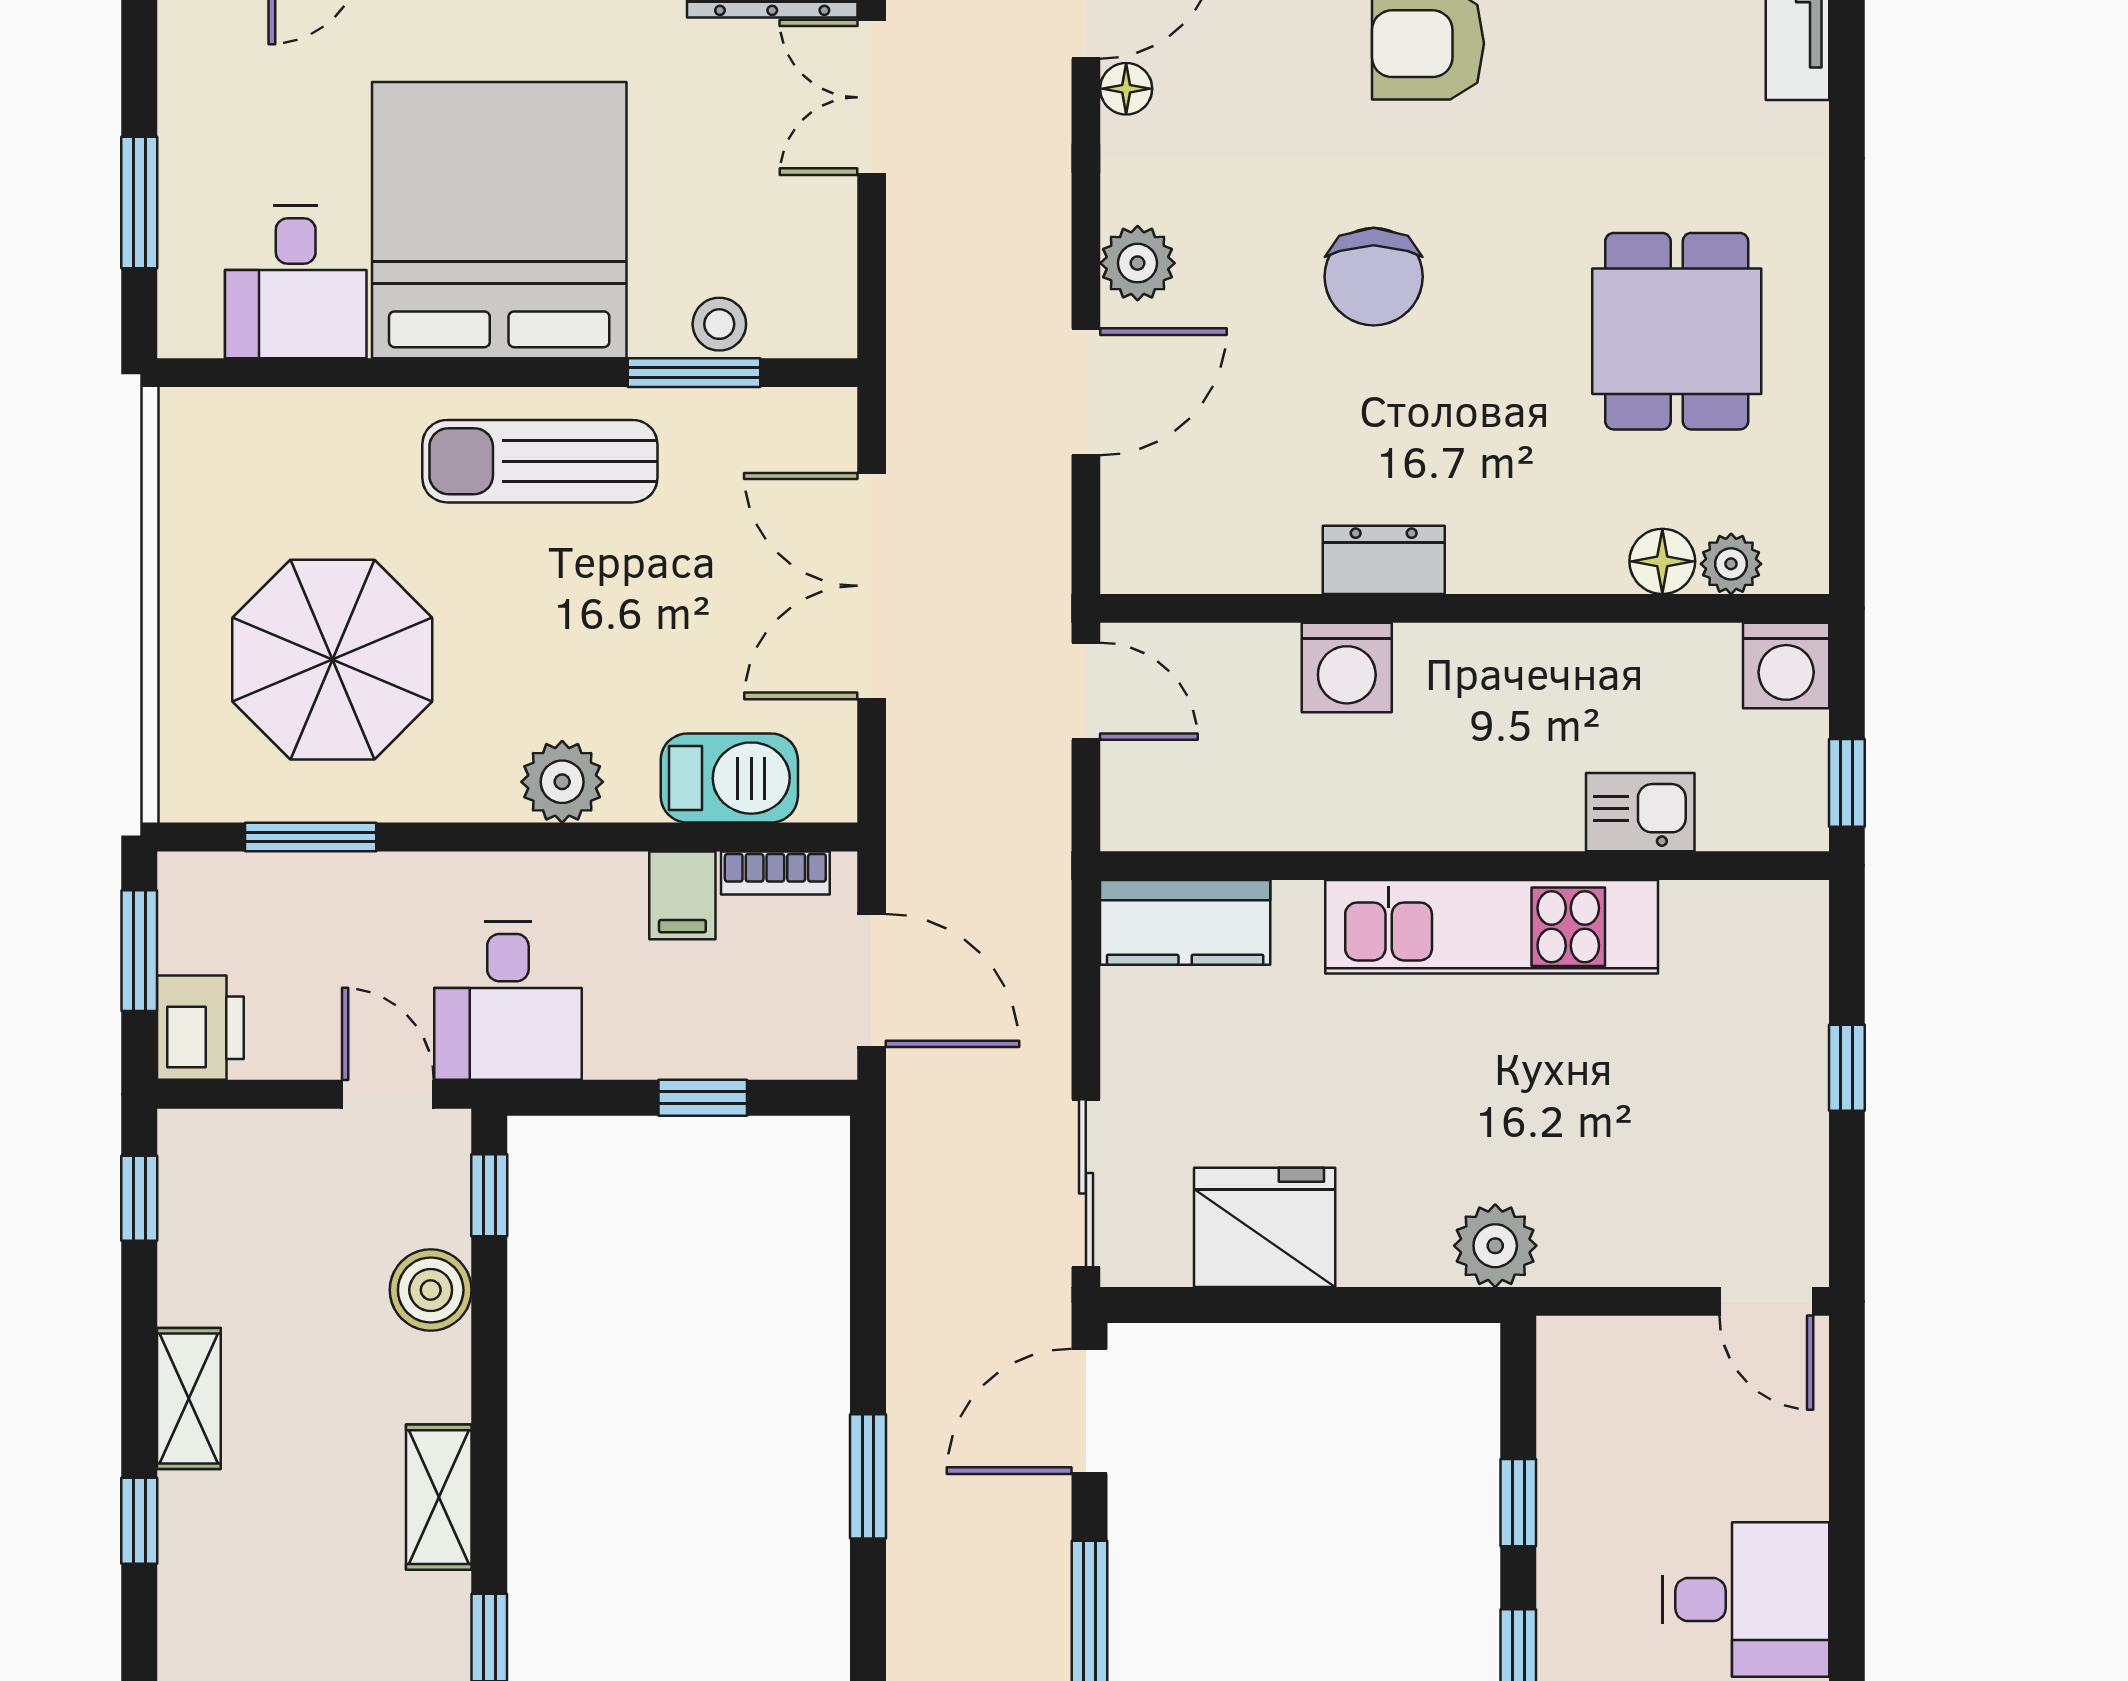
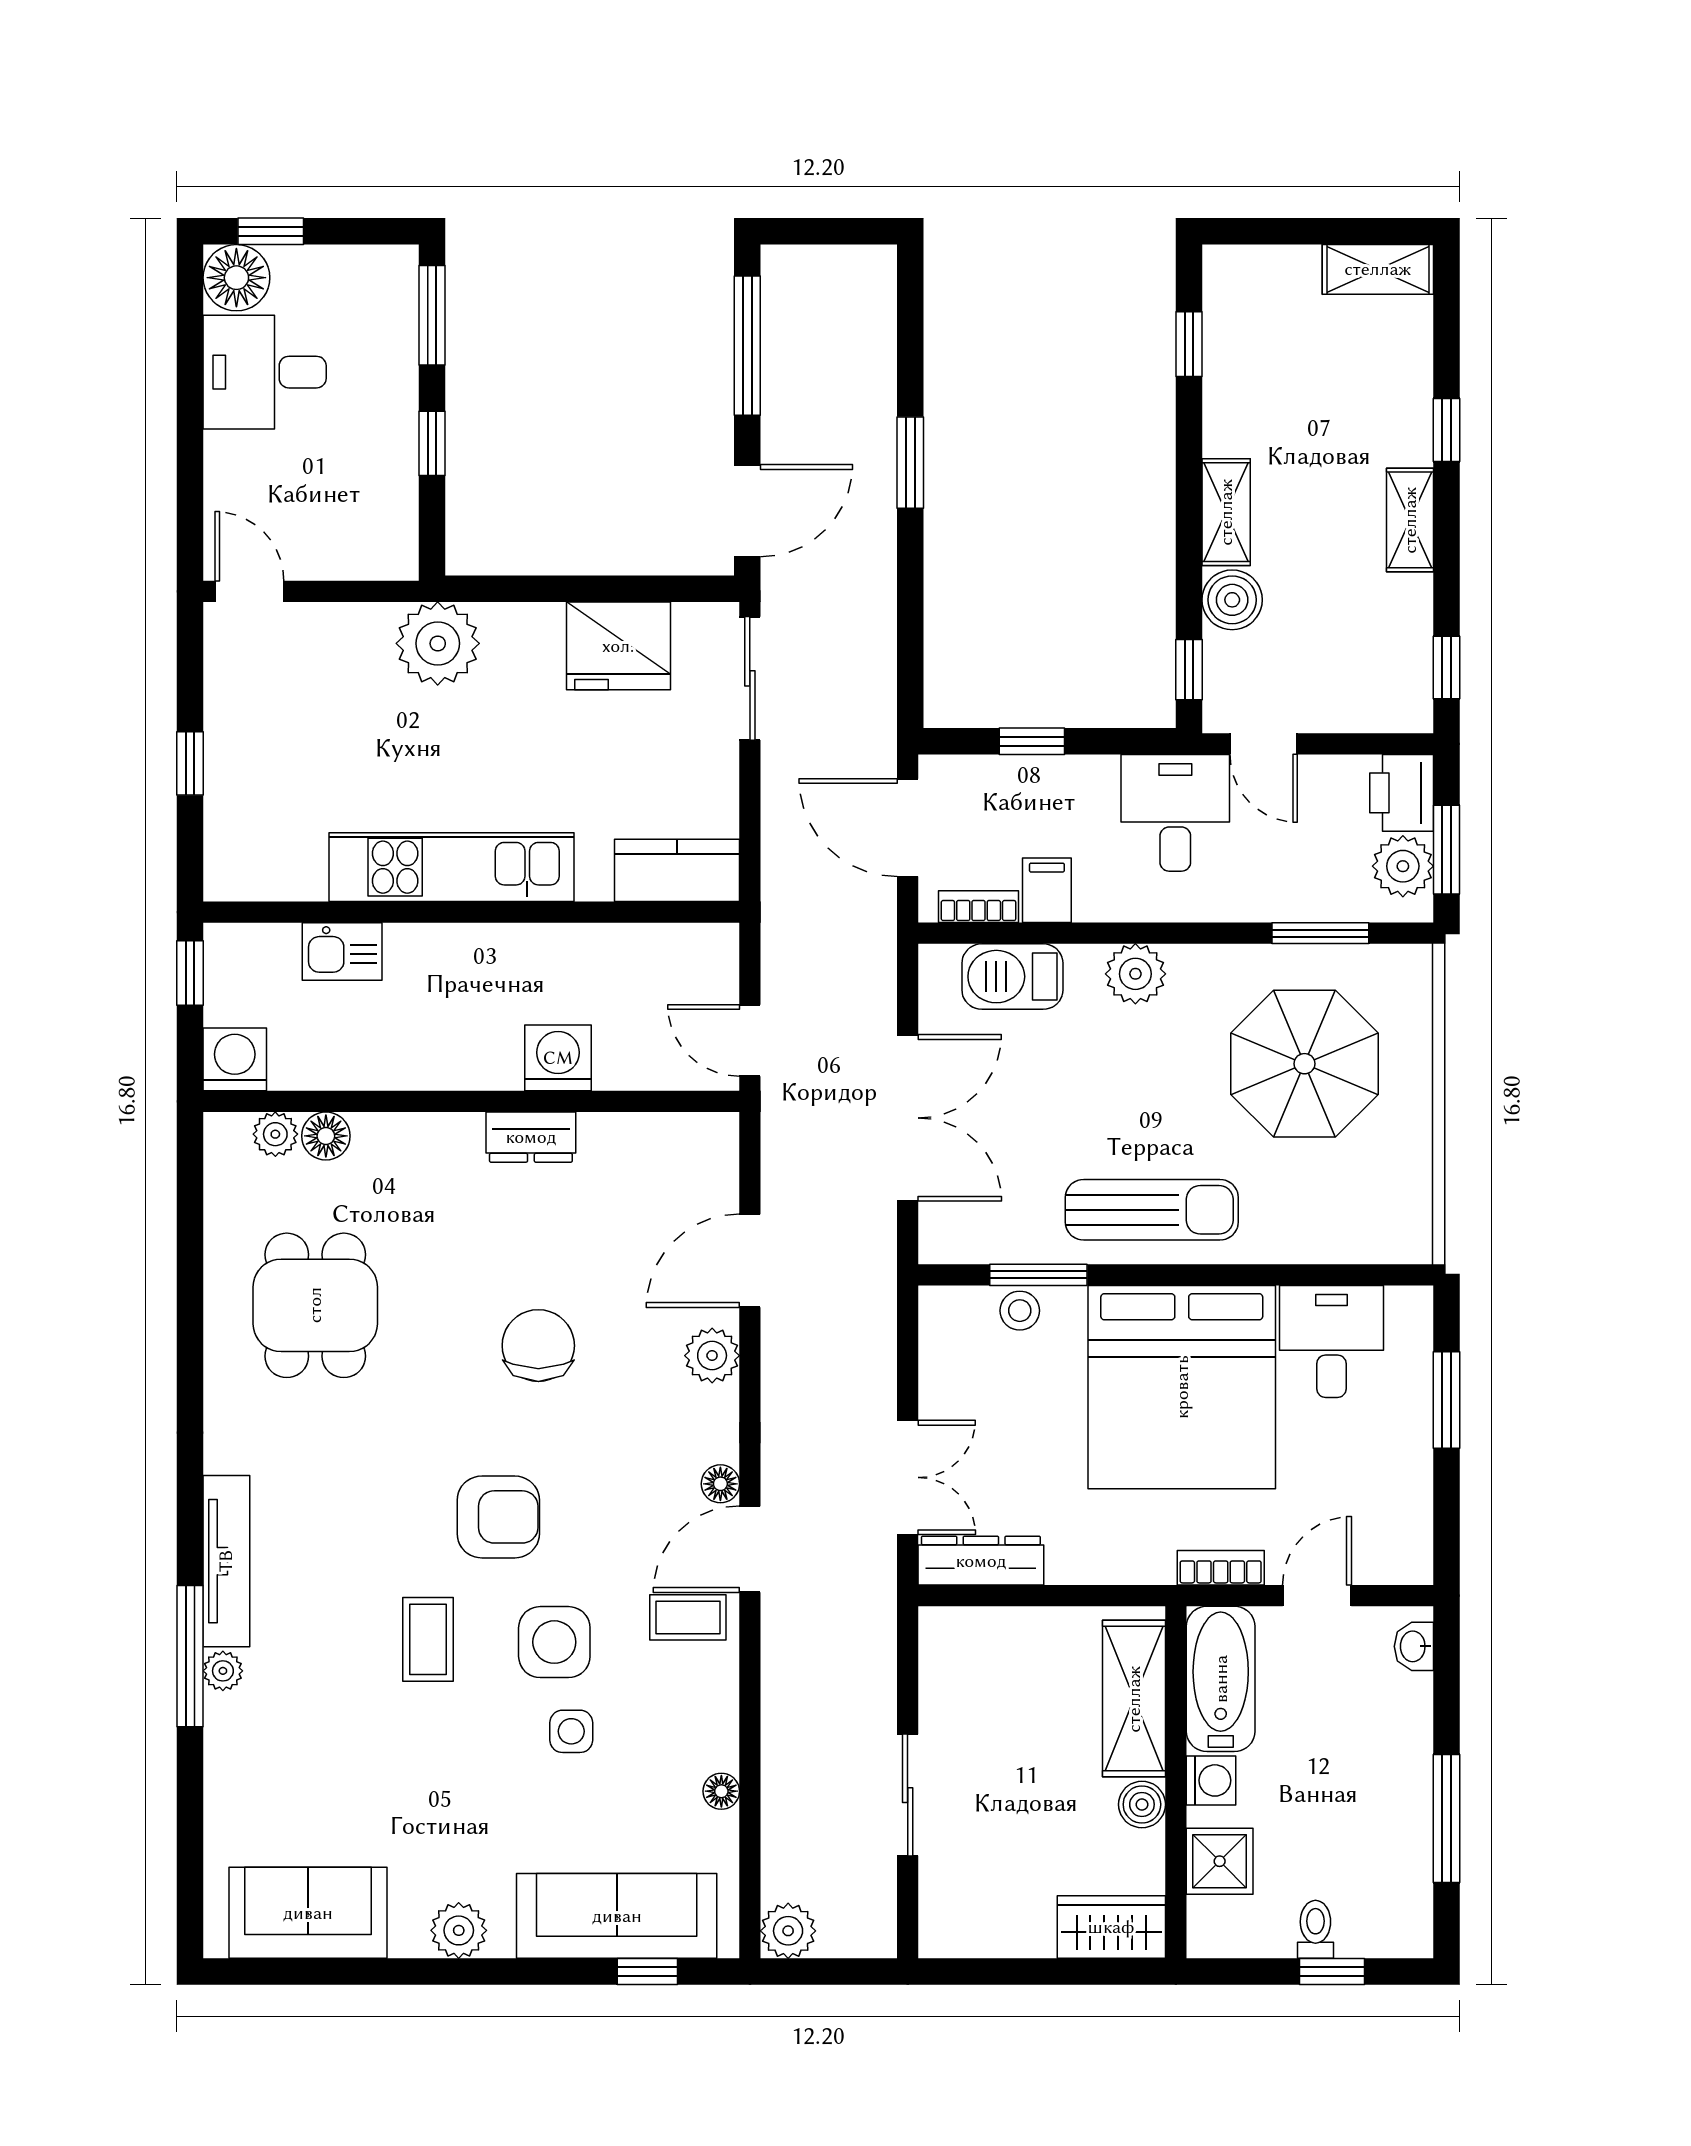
plant: (199, 928) -> (1403, 866), added
plant: (1495, 1246) -> (438, 643), width x1.36, depth x1.36
shelving: (439, 1497) -> (1226, 512), moved

